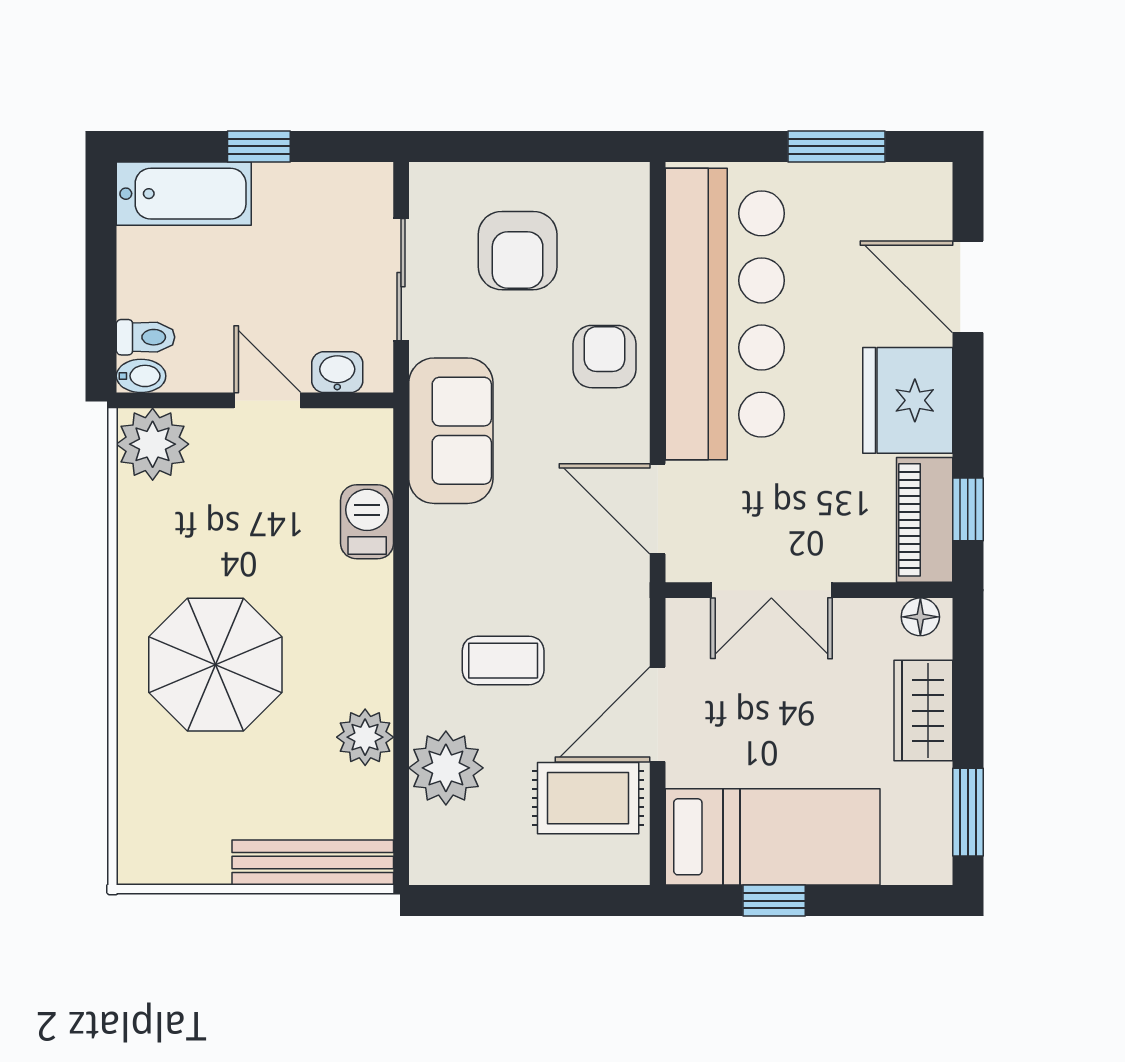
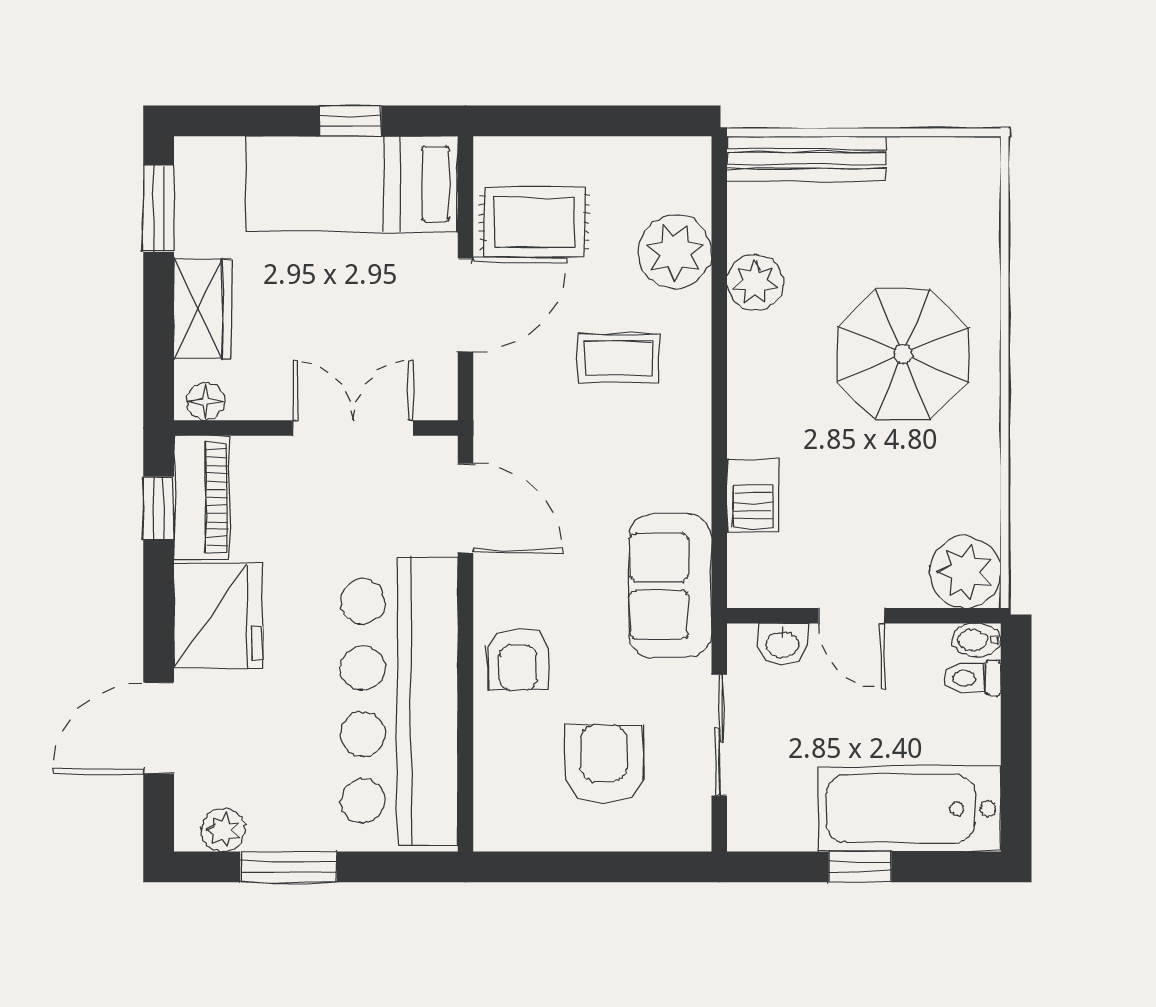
plant: (902, 184) -> (223, 830), added
bathtub: (184, 194) -> (910, 809), width x1.36, depth x1.36
door: (968, 287) -> (159, 728), swing flipped

